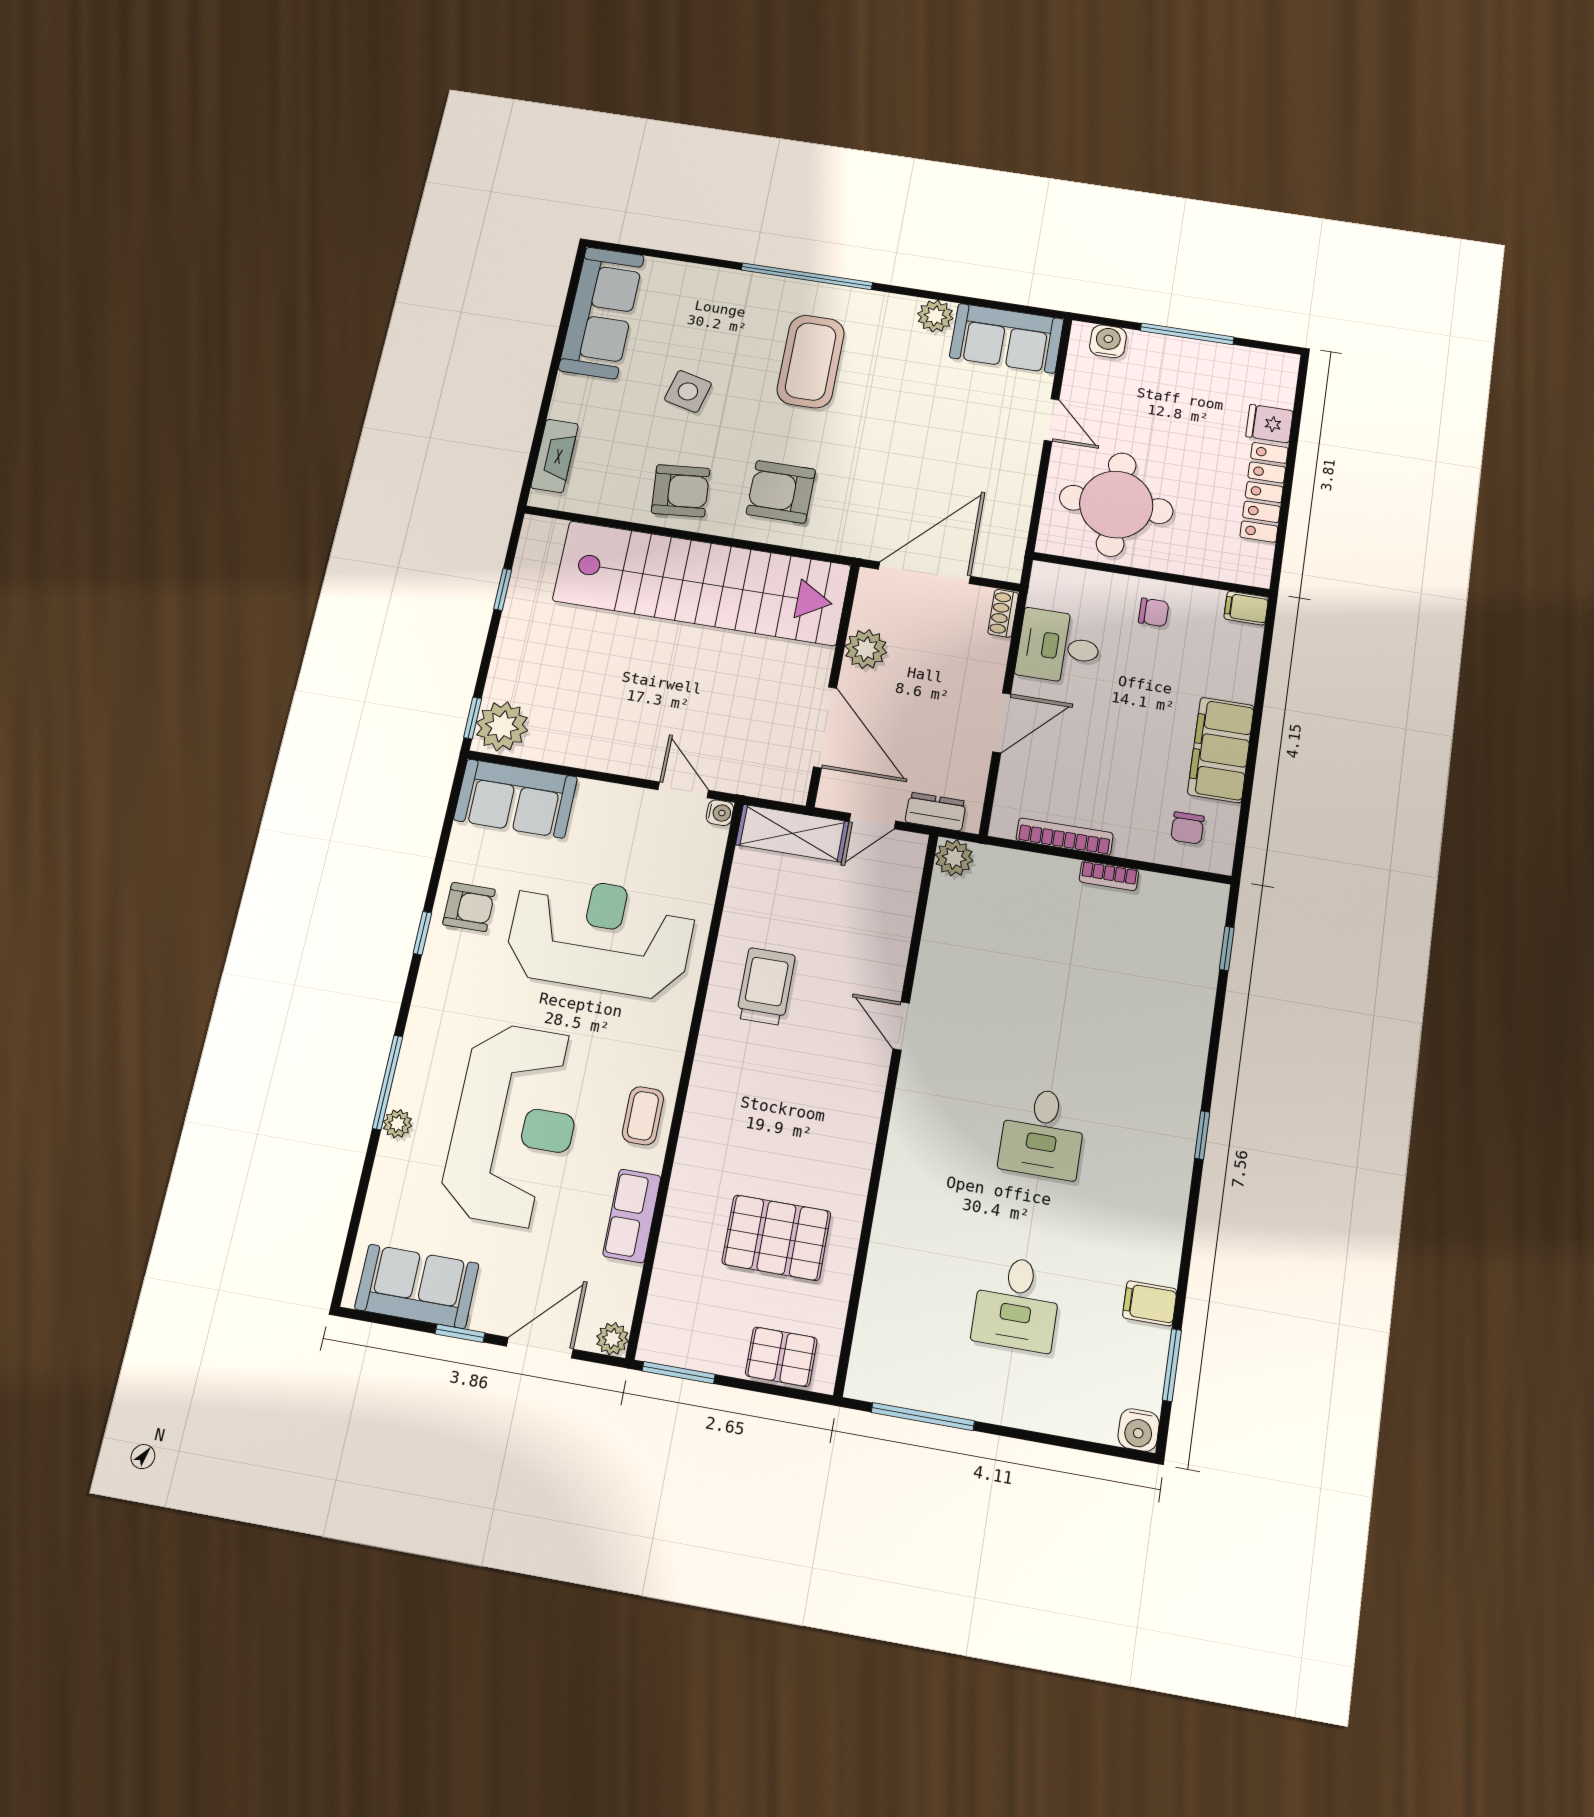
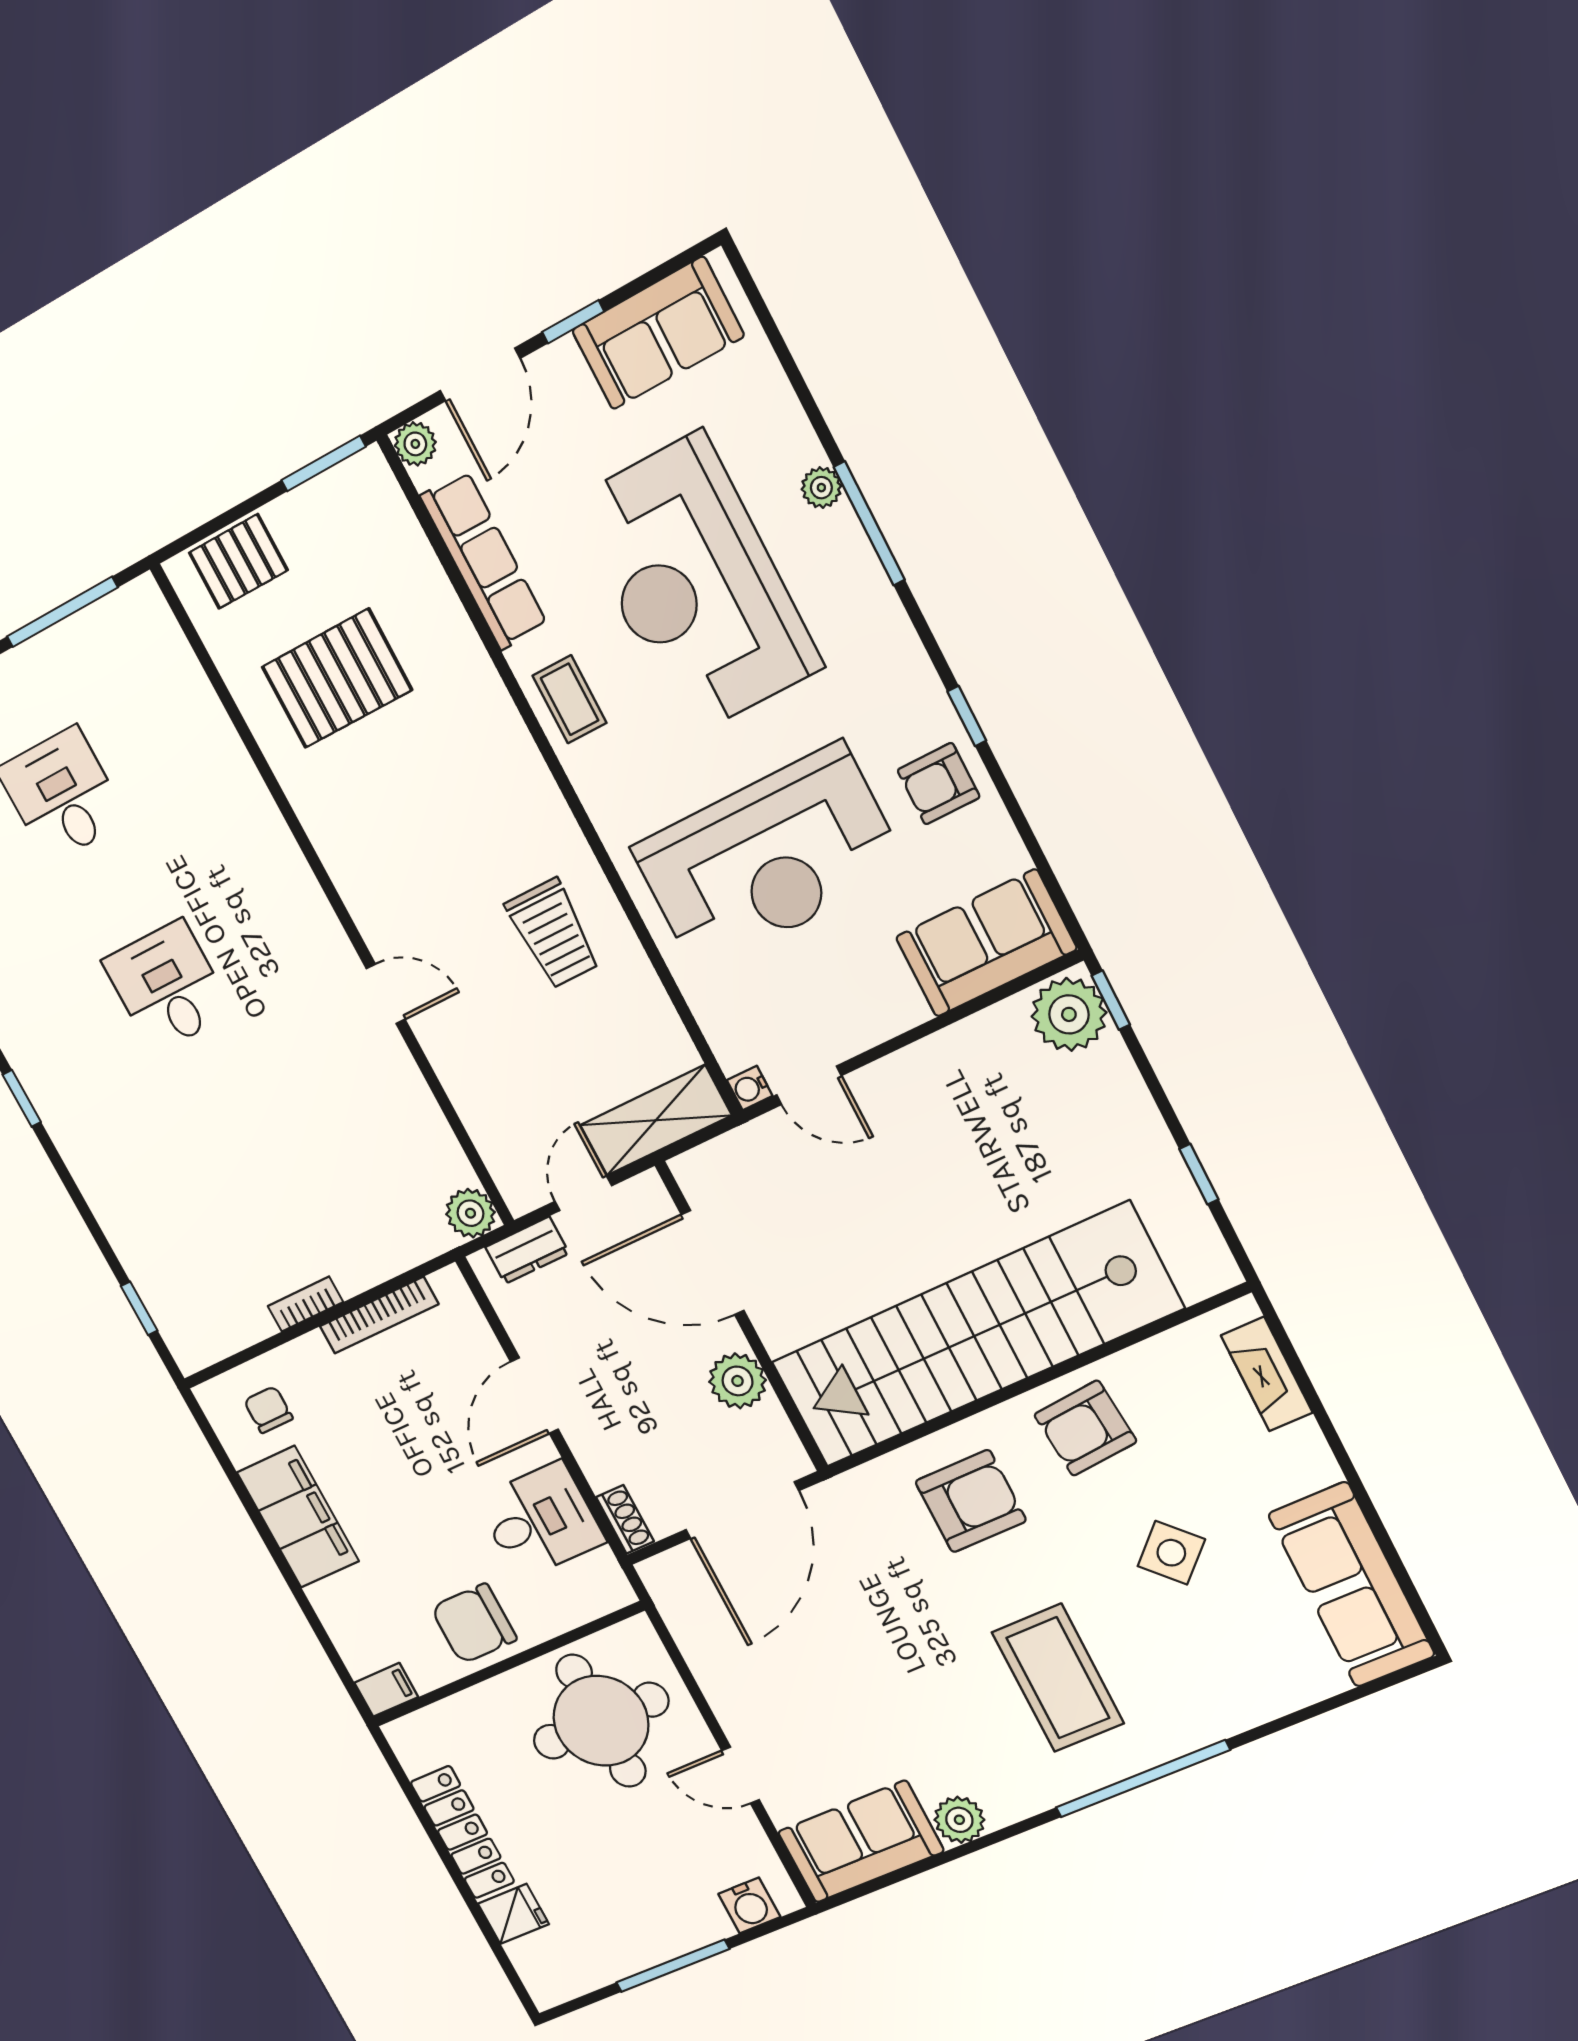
side table: (688, 391) -> (1171, 1553), turned 32
chair: (1153, 612) -> (474, 1624), width x1.87, depth x1.87
row of seats: (632, 1216) -> (484, 561), width x1.48

